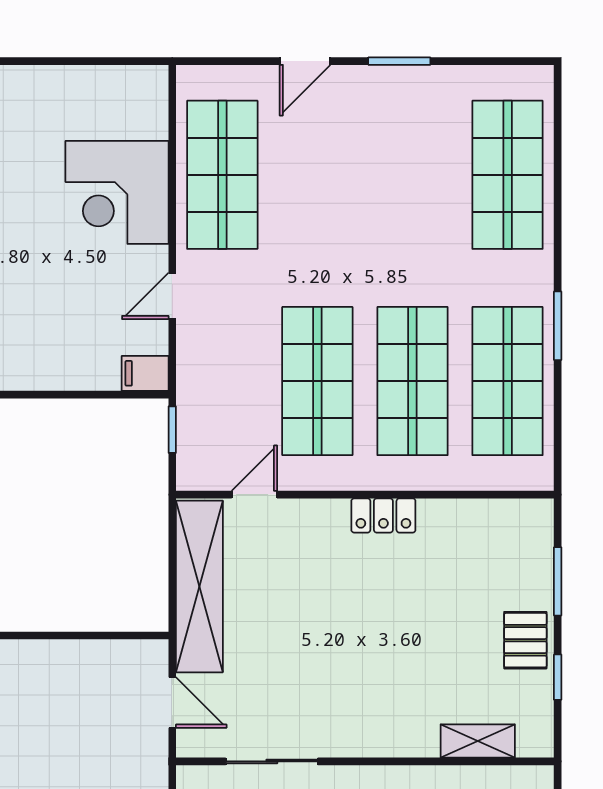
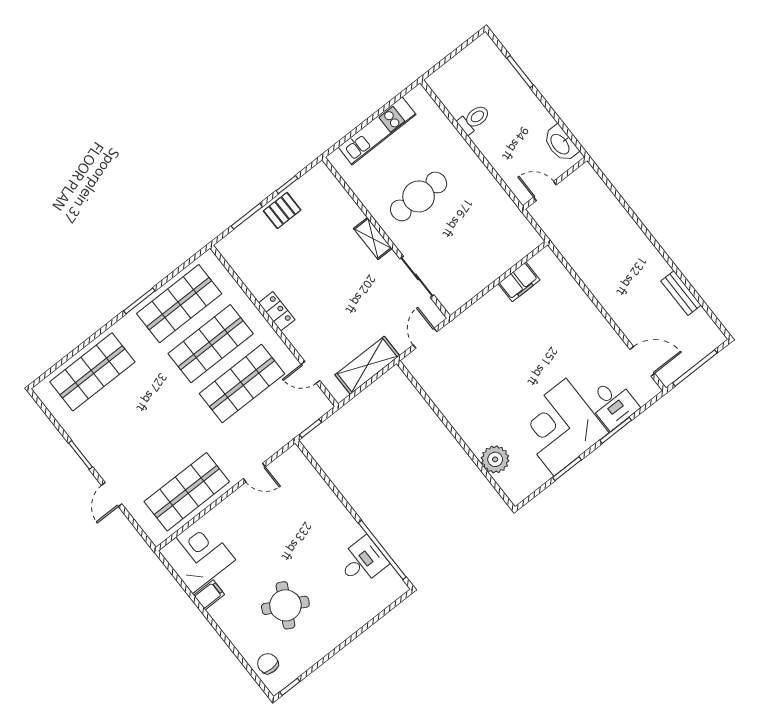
door: (305, 61) -> (112, 495), swing flipped
corner desk: (117, 192) -> (197, 555), moved, turned -90
filing cabinet: (145, 373) -> (209, 595), moved, turned -90
shelving: (199, 586) -> (367, 365), width x0.68
shelving: (478, 741) -> (373, 238), moved

